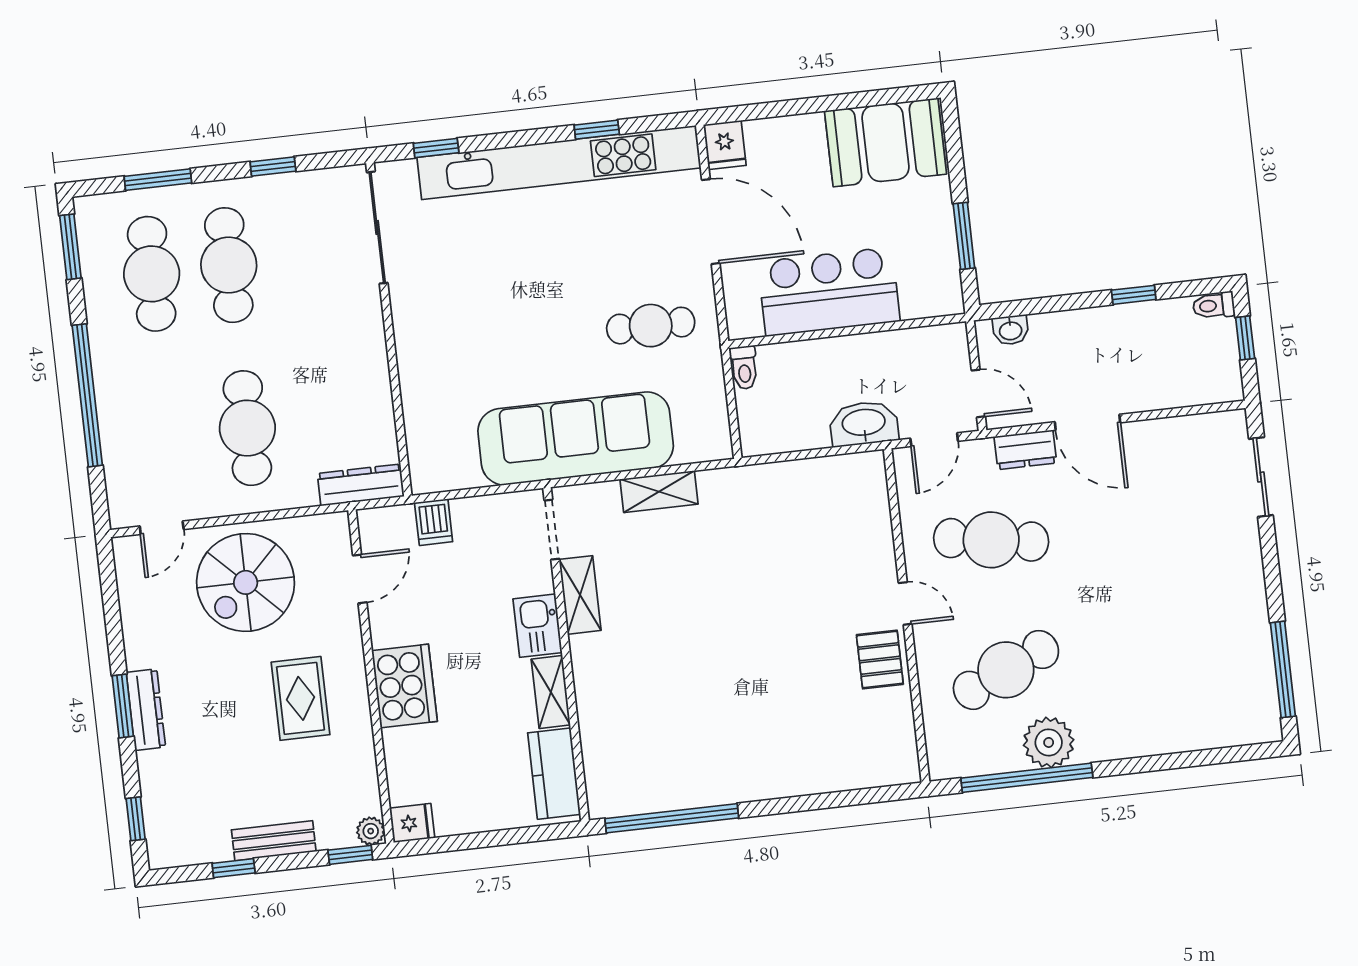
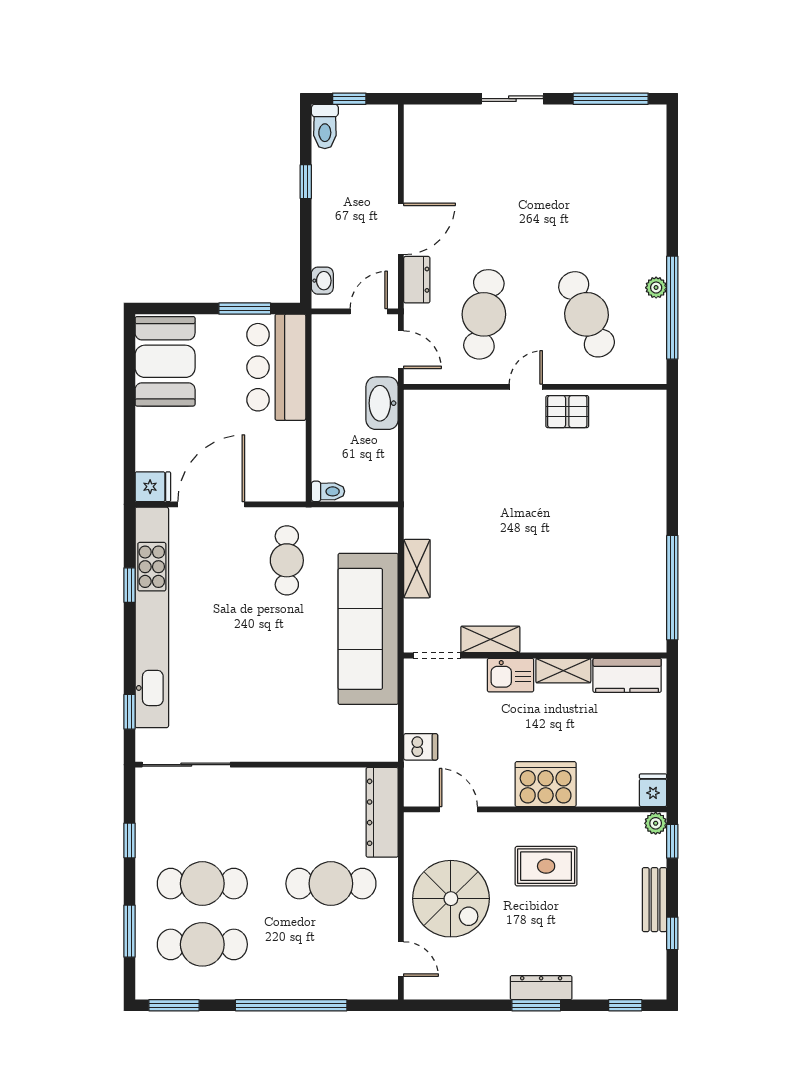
bar counter: (829, 292) -> (276, 367), moved
toilet: (1214, 306) -> (325, 126), width x1.37, depth x1.39
sliding door: (1261, 477) -> (512, 99), moved
dresser: (361, 485) -> (382, 812), width x1.37, depth x1.24
plant: (1049, 742) -> (656, 288), width x0.53, depth x0.53

